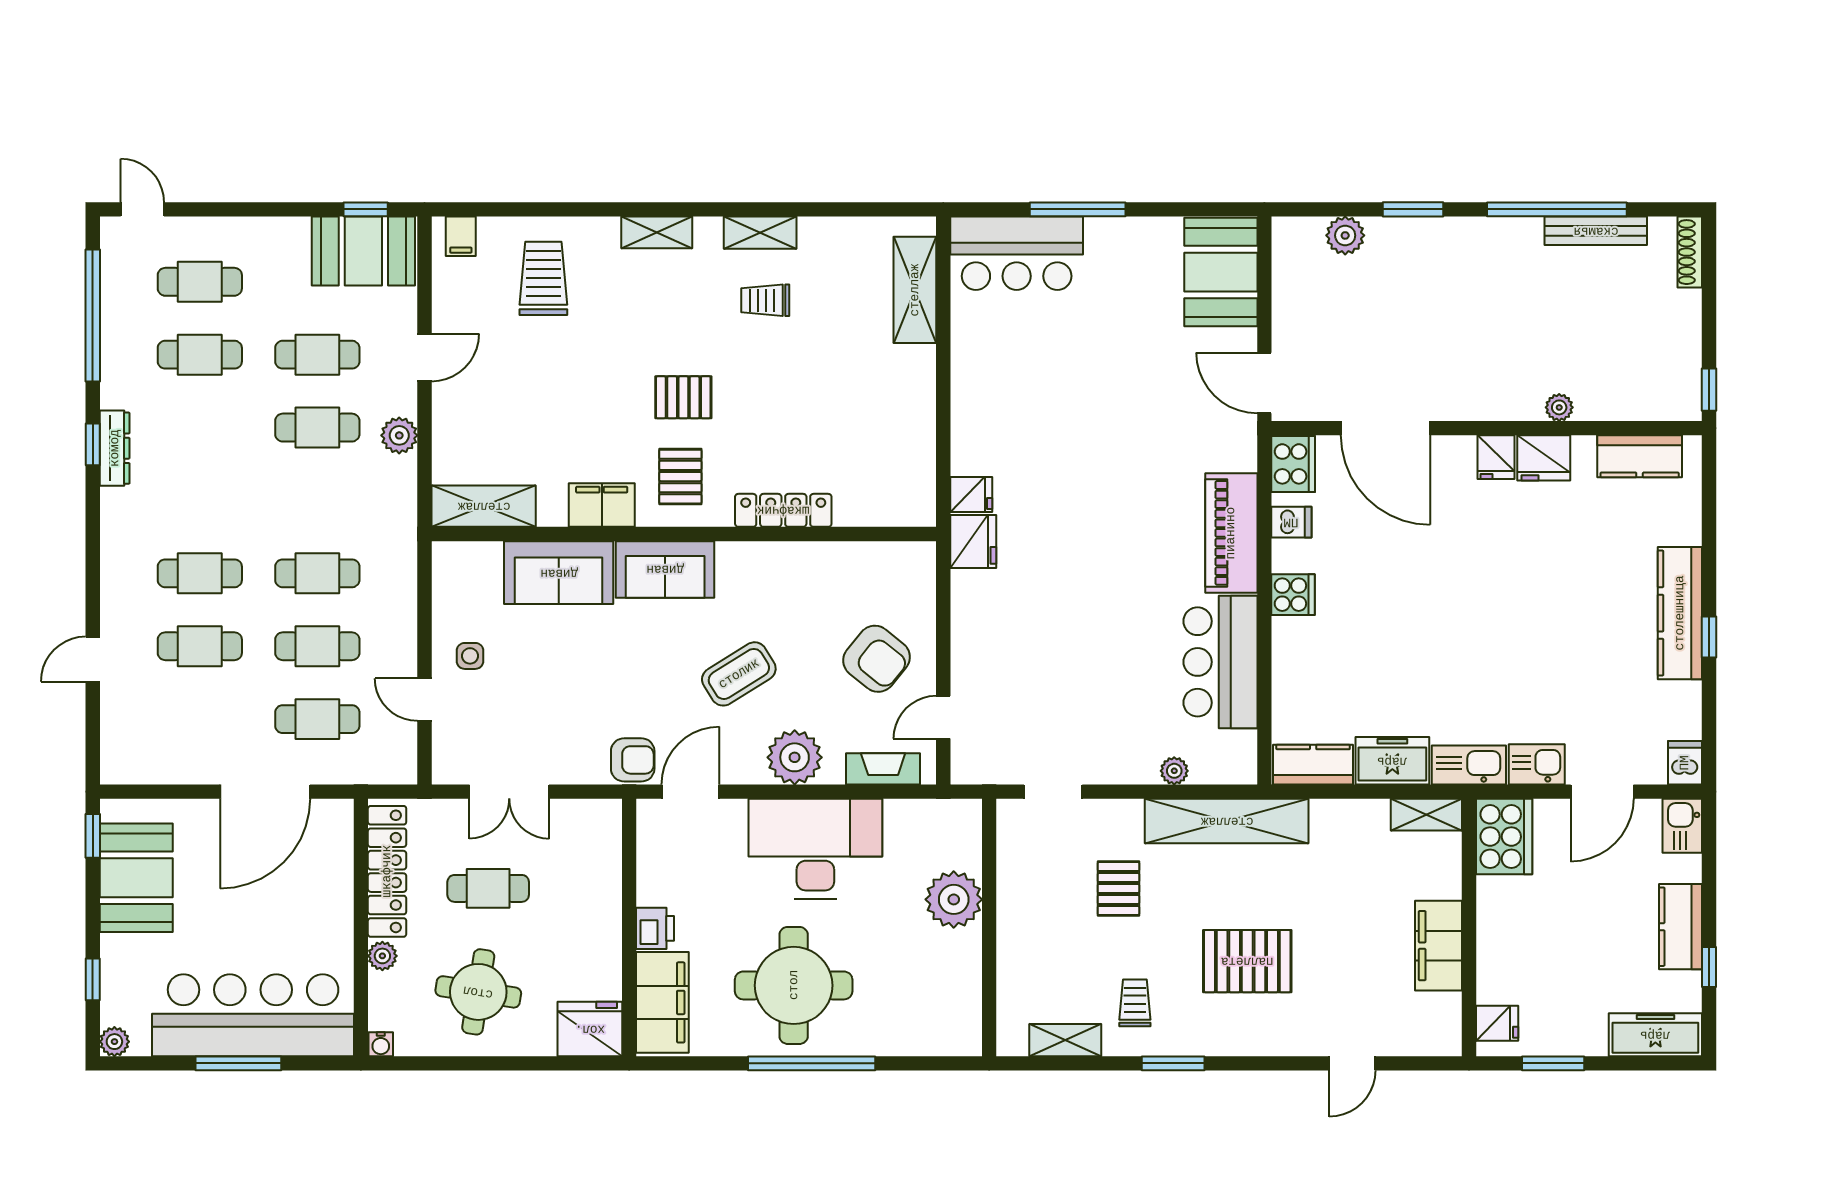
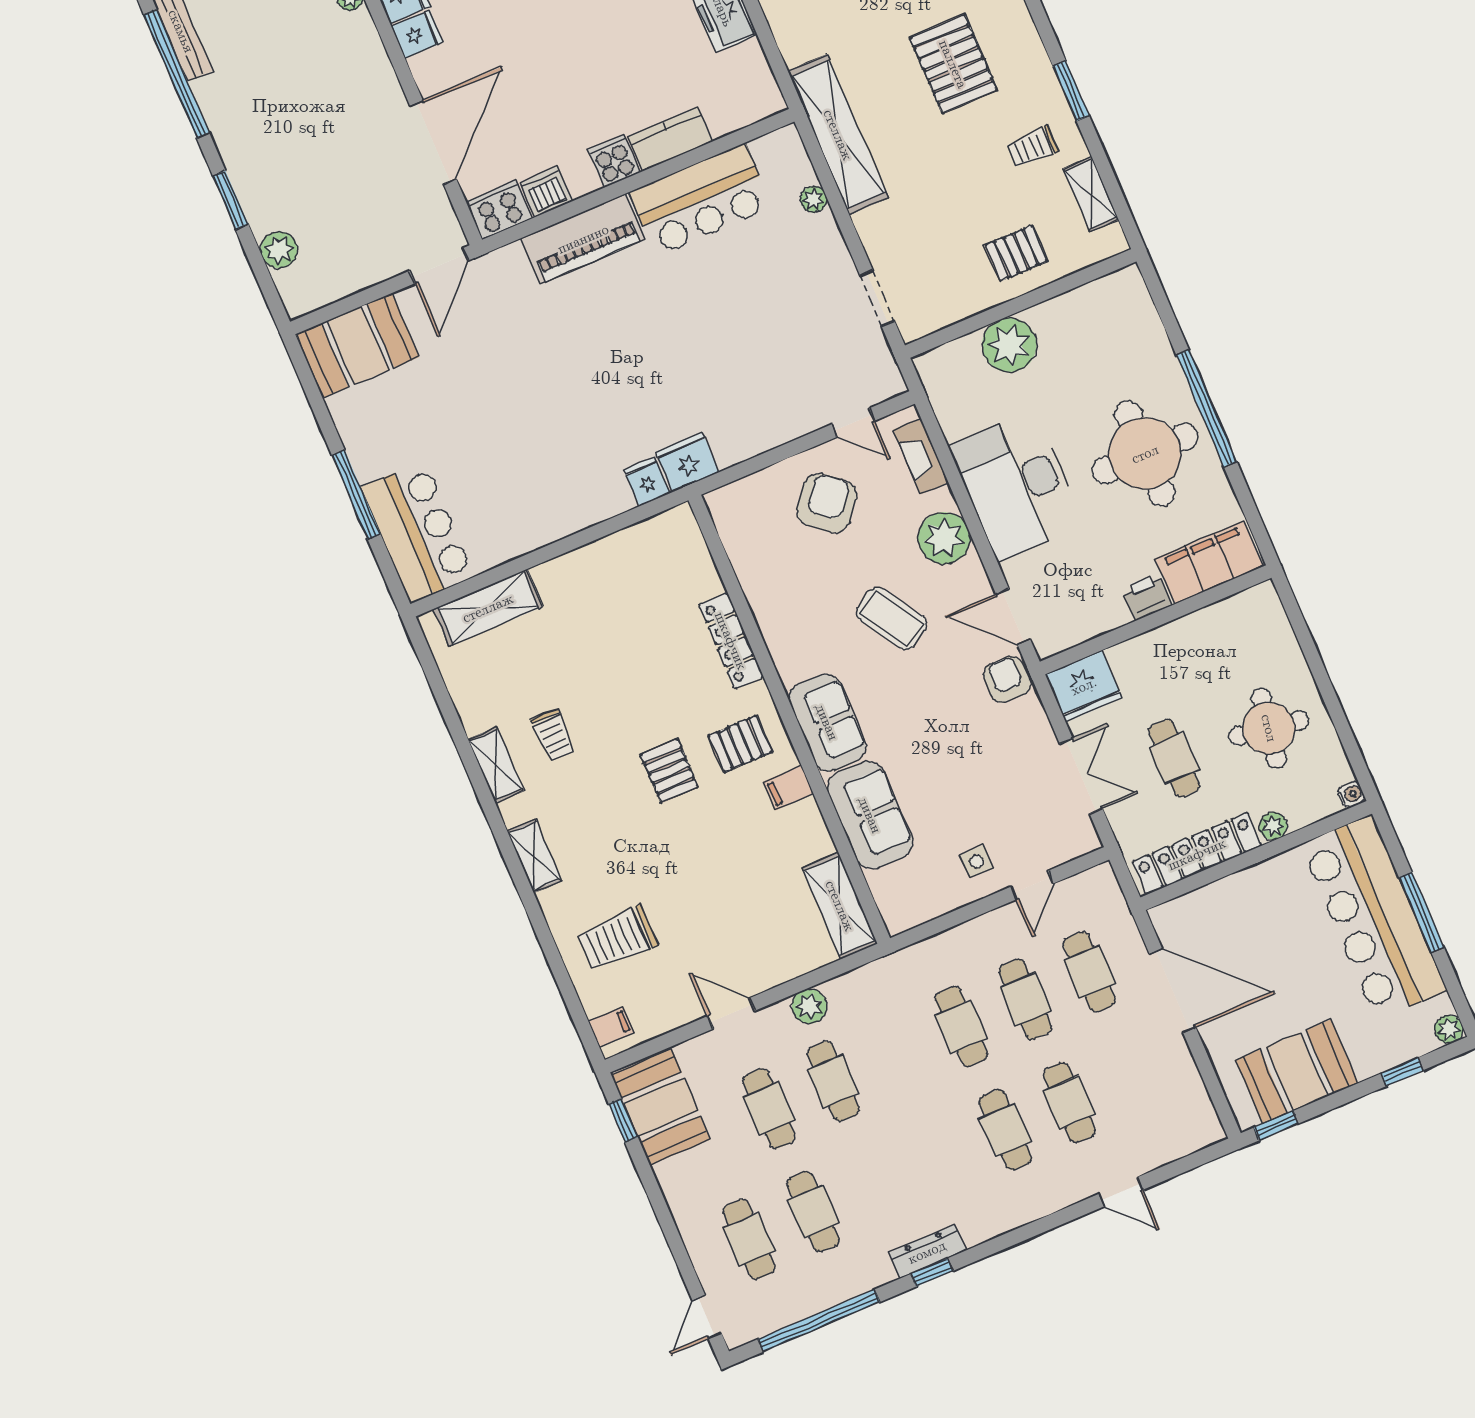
filing cabinet: (602, 505) -> (788, 788), width x0.50
dishwasher: (1291, 522) -> (546, 192), width x1.38
kitchen counter: (1313, 765) -> (670, 139), moved, turned 90
pallet: (1118, 889) -> (1016, 253), moved
fridge: (590, 1029) -> (1084, 686), moved, turned -90

